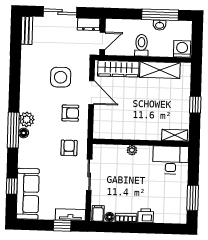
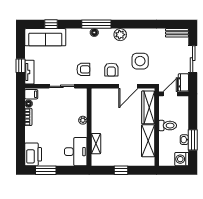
window: (160, 15) -> (193, 140), width x0.69
door: (102, 41) -> (170, 94), swing flipped
washing machine: (182, 49) -> (182, 159), moved, turned 180
plant: (27, 119) -> (120, 35), moved
shelving: (175, 135) -> (96, 144), moved
printer: (146, 216) -> (33, 154), moved, width x1.87, depth x1.48

